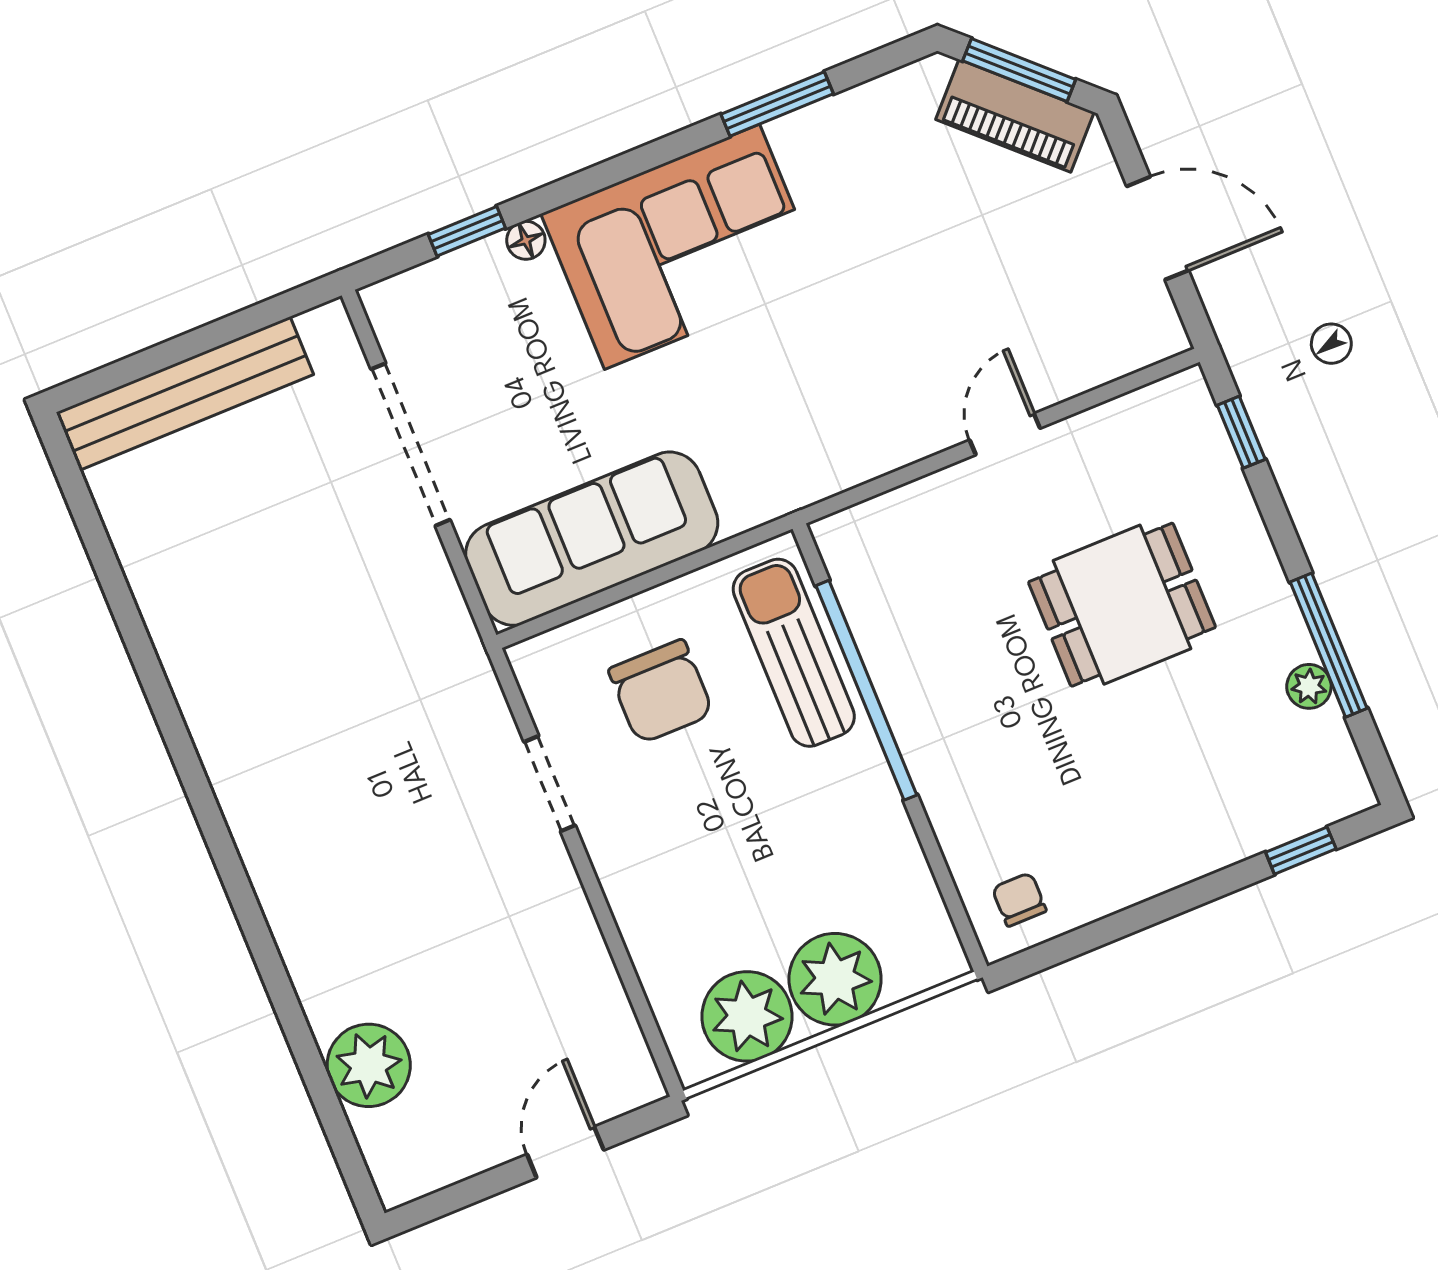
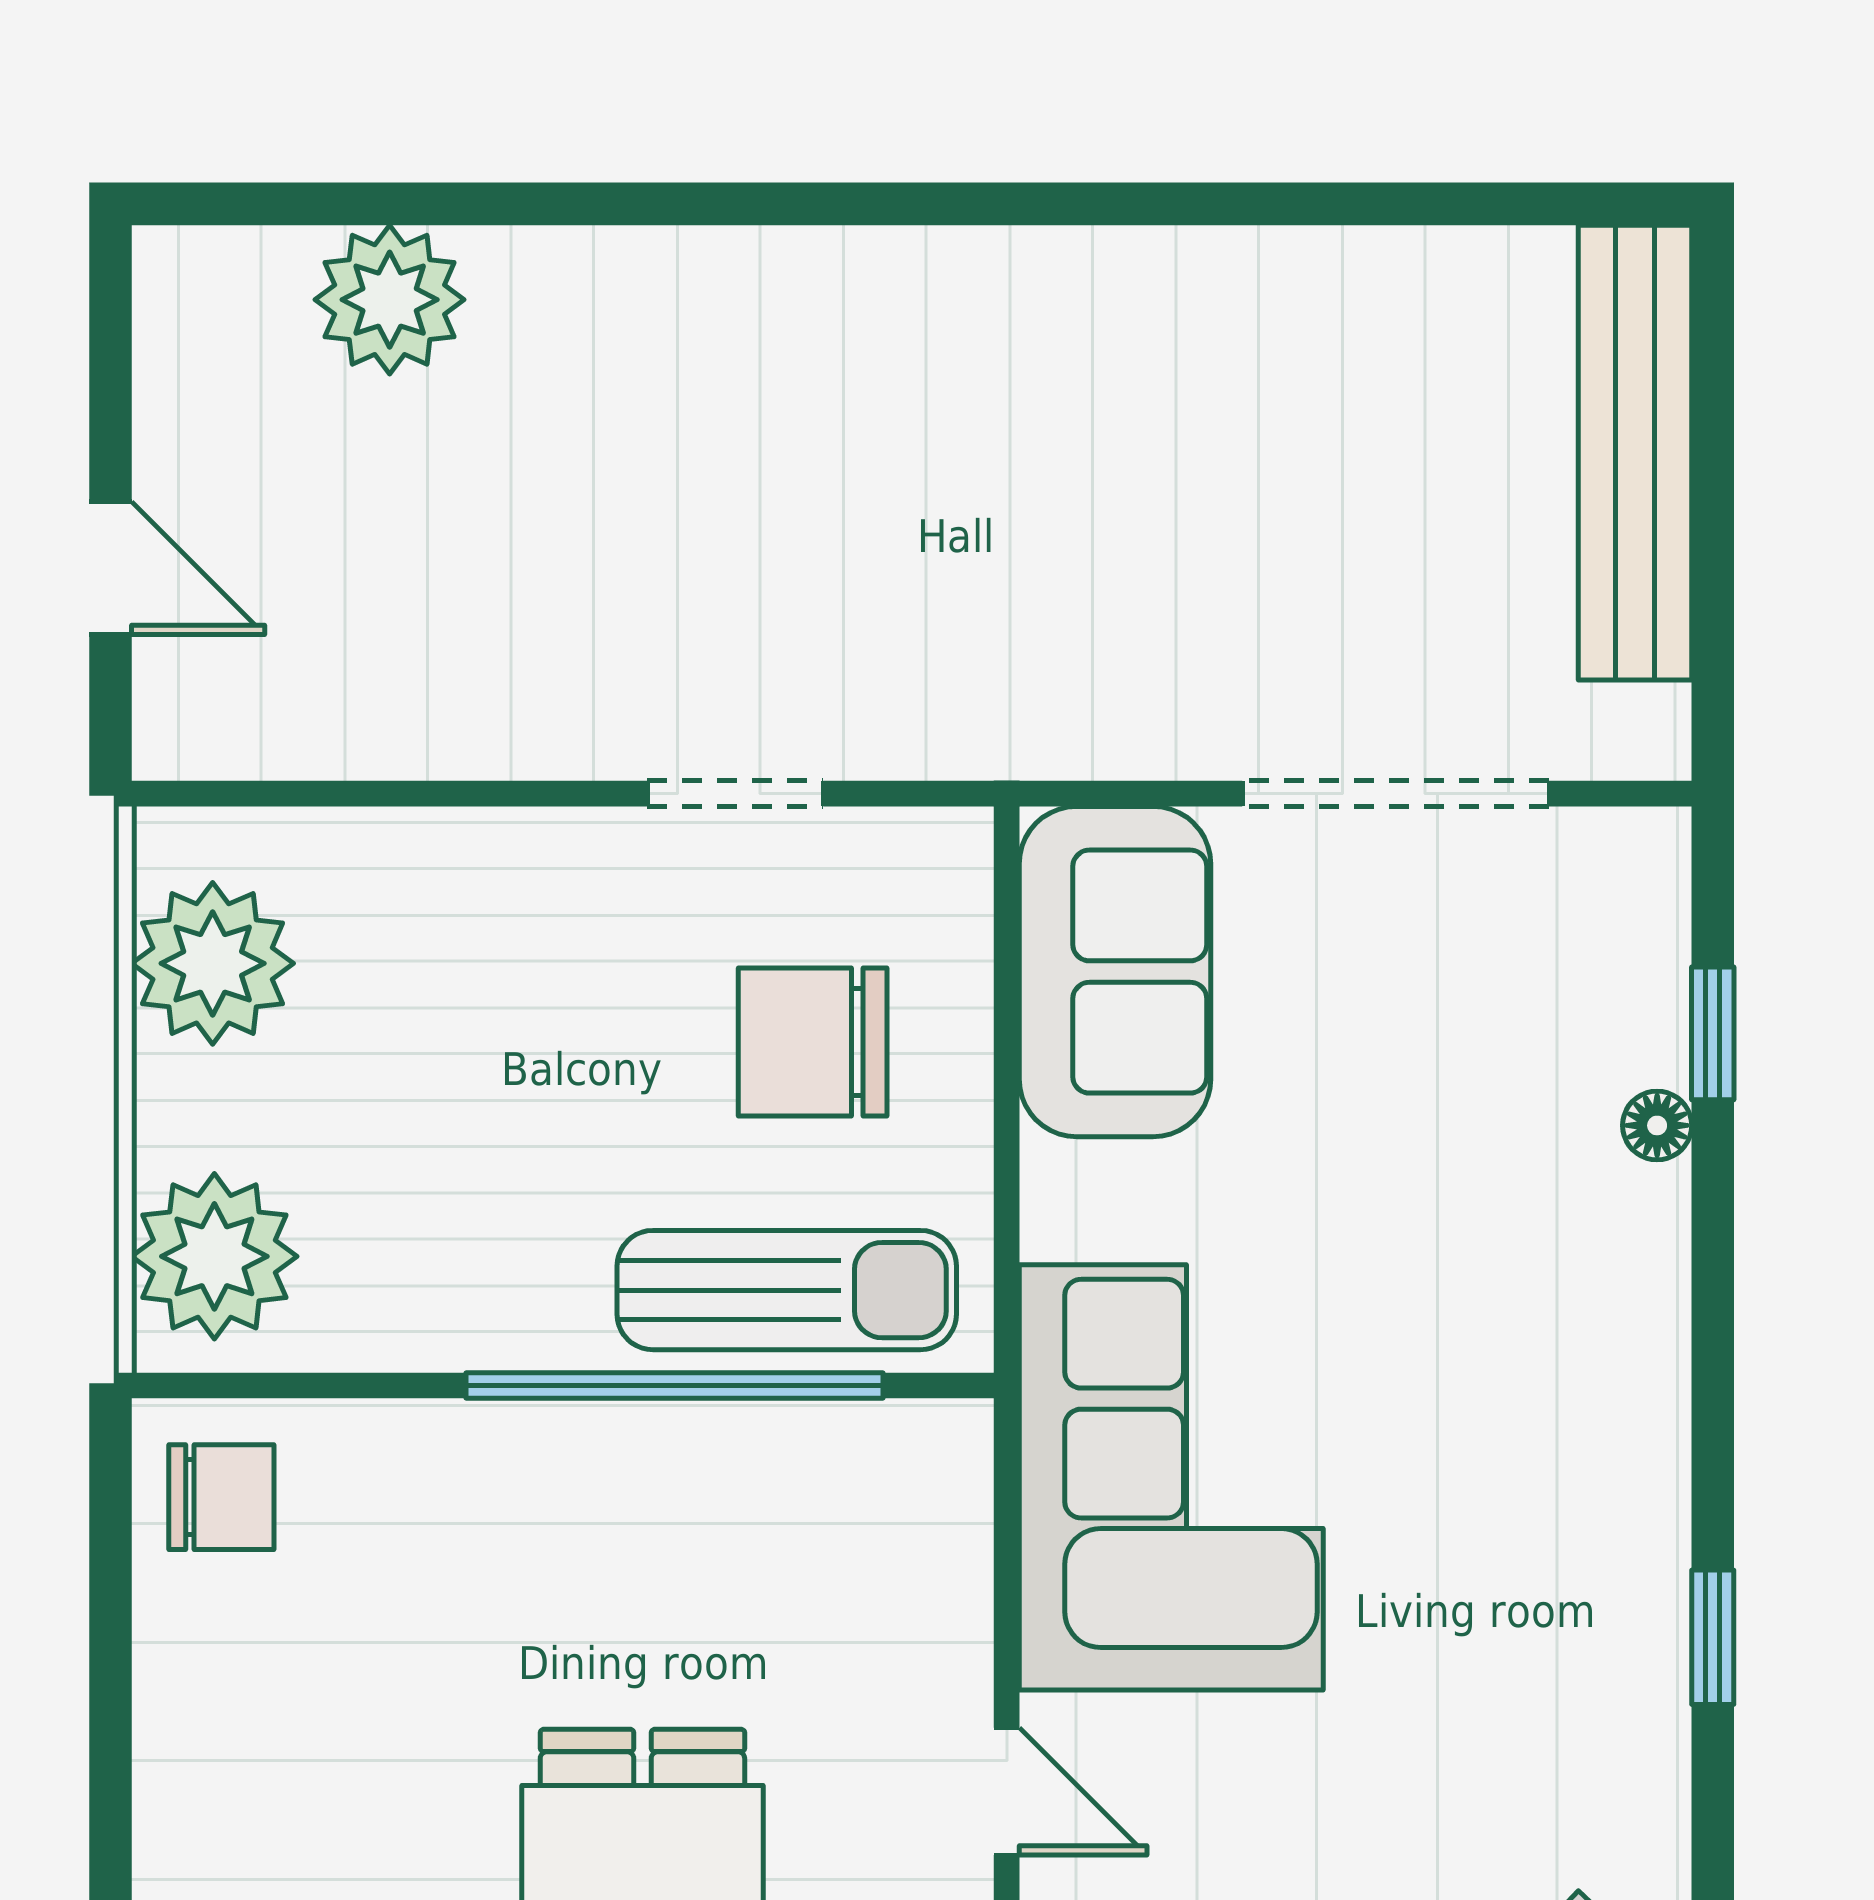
window: (777, 104) -> (1713, 1637), width x0.67
corner sofa: (682, 247) -> (1171, 1477), moved, turned 180
sofa: (592, 539) -> (1115, 972), width x0.73
chair: (1019, 899) -> (221, 1497), width x1.37, depth x1.37
plant: (835, 979) -> (214, 1256), moved

